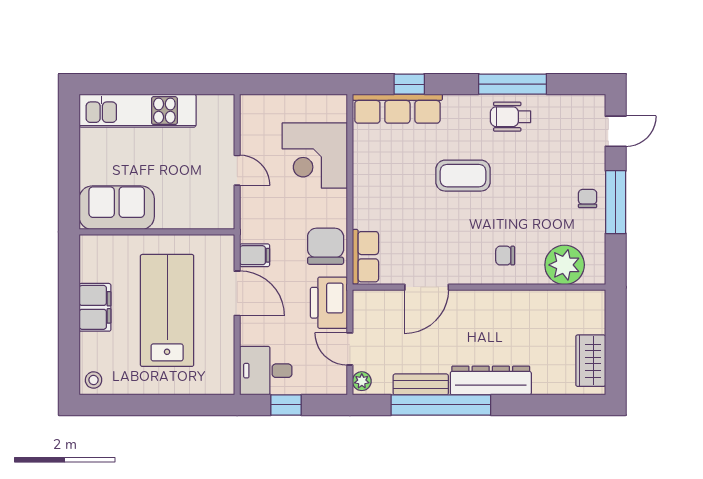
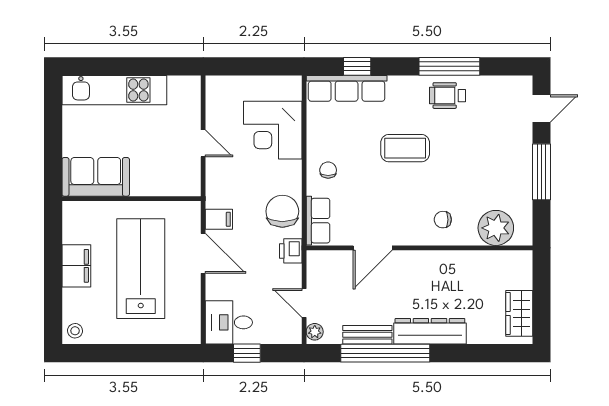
chair: (588, 199) -> (328, 170), moved
printer: (329, 303) -> (291, 251), width x0.53, depth x0.68

